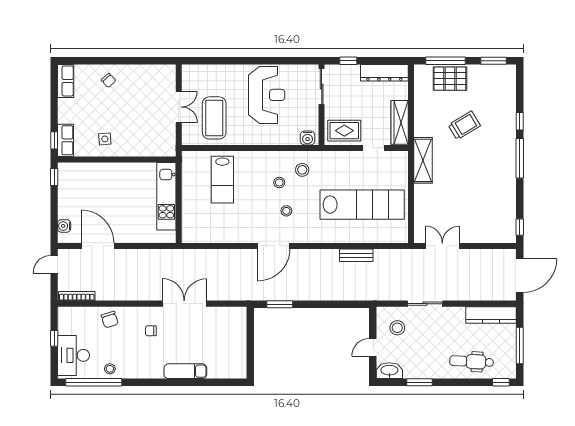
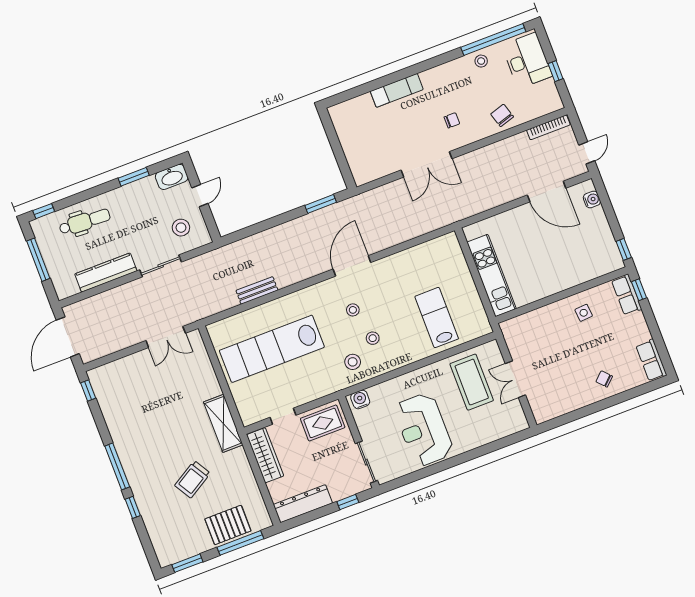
kitchen counter: (491, 315) -> (106, 273), moved

